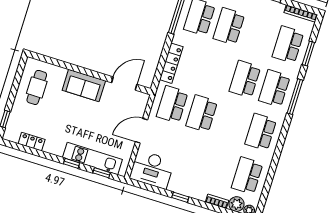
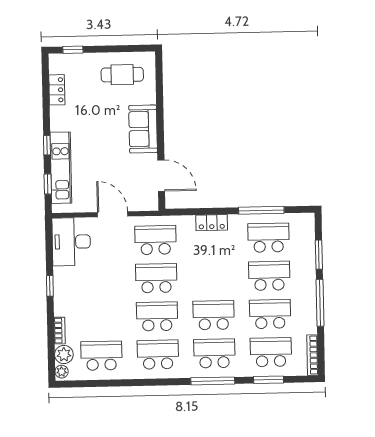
school desk: (258, 35) -> (270, 314), added
locker: (171, 63) -> (212, 223), width x0.66
school desk: (231, 123) -> (157, 316), added

